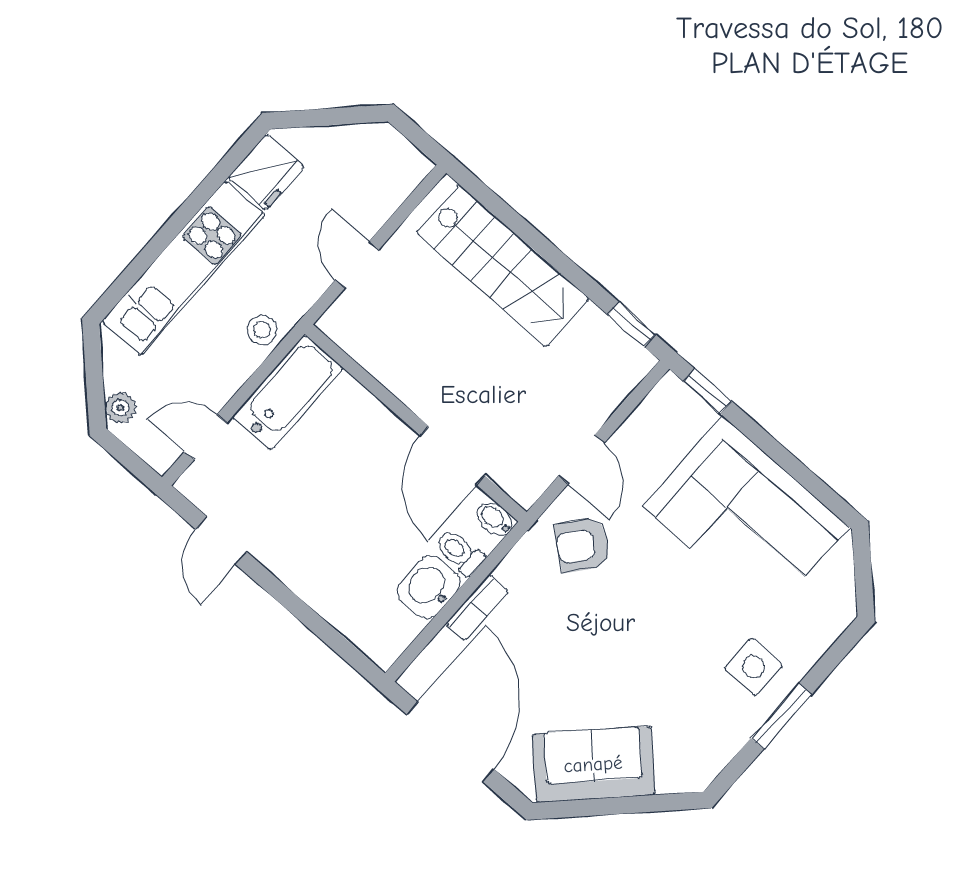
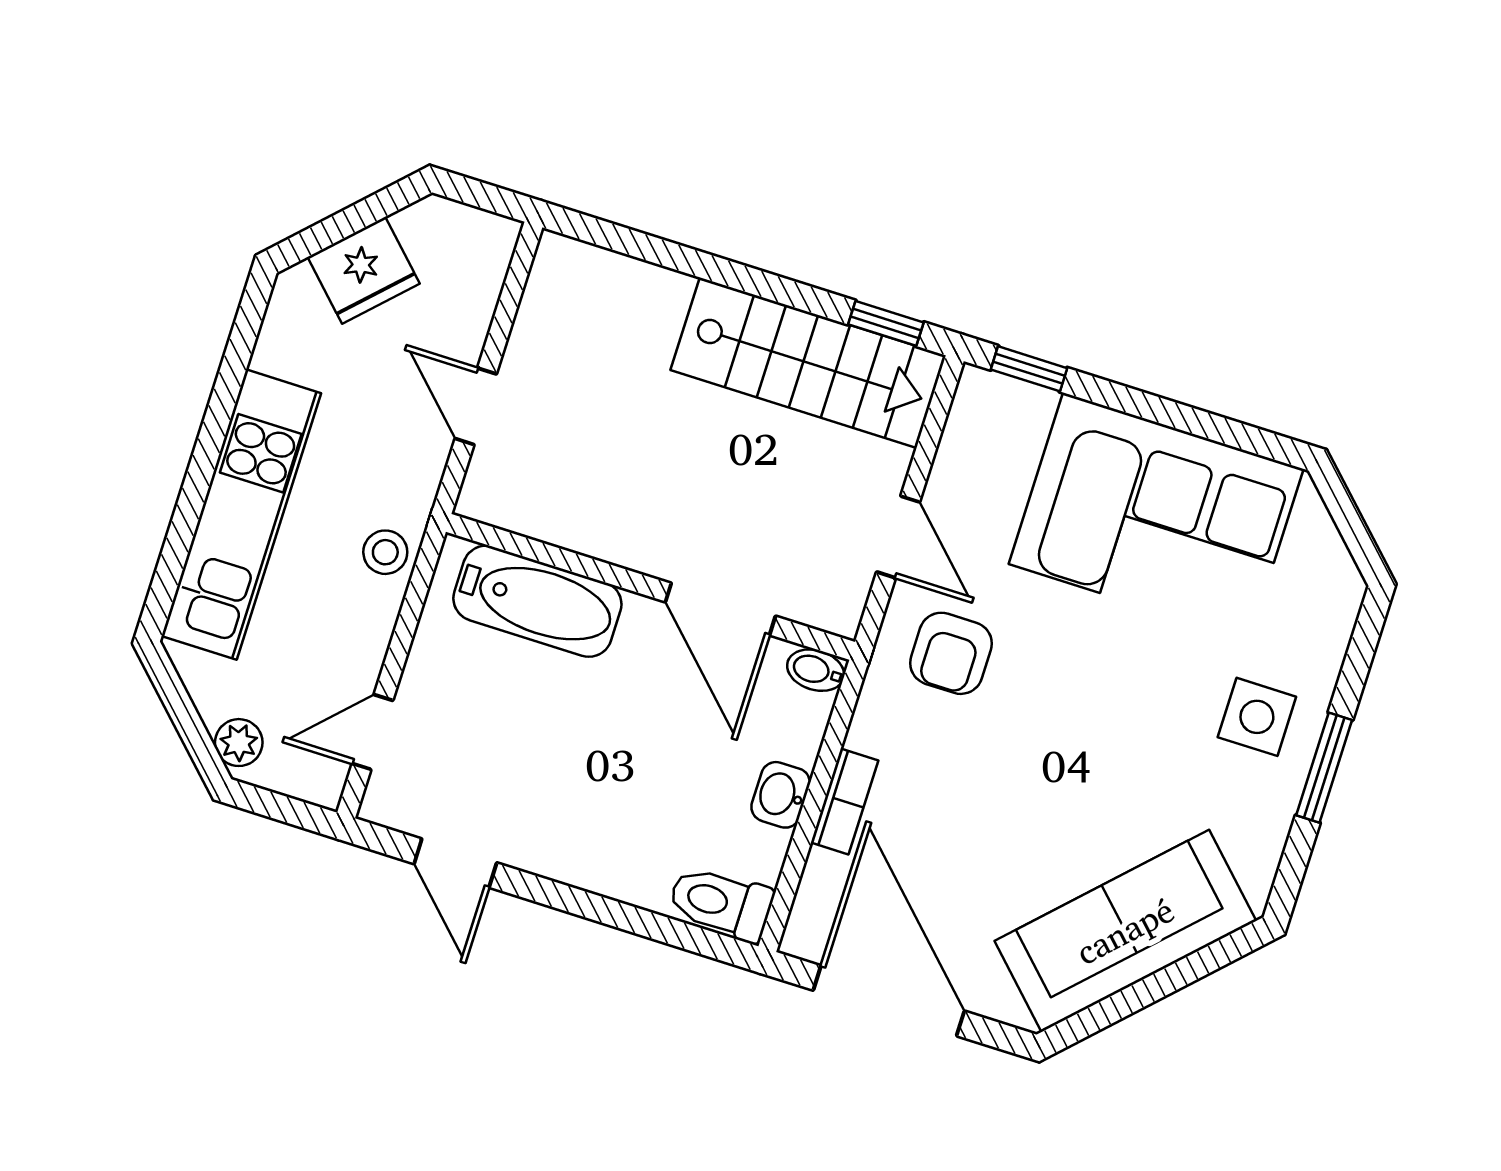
fridge: (266, 172) -> (364, 270), moved, turned 45
stairs: (503, 266) -> (808, 363), moved
bathtub: (288, 392) -> (537, 601), moved, turned 90
armchair: (583, 545) -> (951, 653), turned -39
toilet: (460, 552) -> (721, 903), moved, width x1.37, depth x1.39
washbasin: (429, 587) -> (781, 795), width x0.72, depth x0.69
sofa: (593, 764) -> (1125, 931), width x1.36

